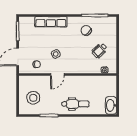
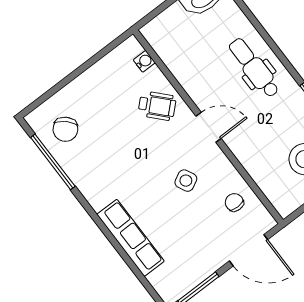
chair: (86, 31) -> (65, 129), moved
wheelchair: (99, 50) -> (157, 106), moved
door: (57, 74) -> (209, 127), moved

